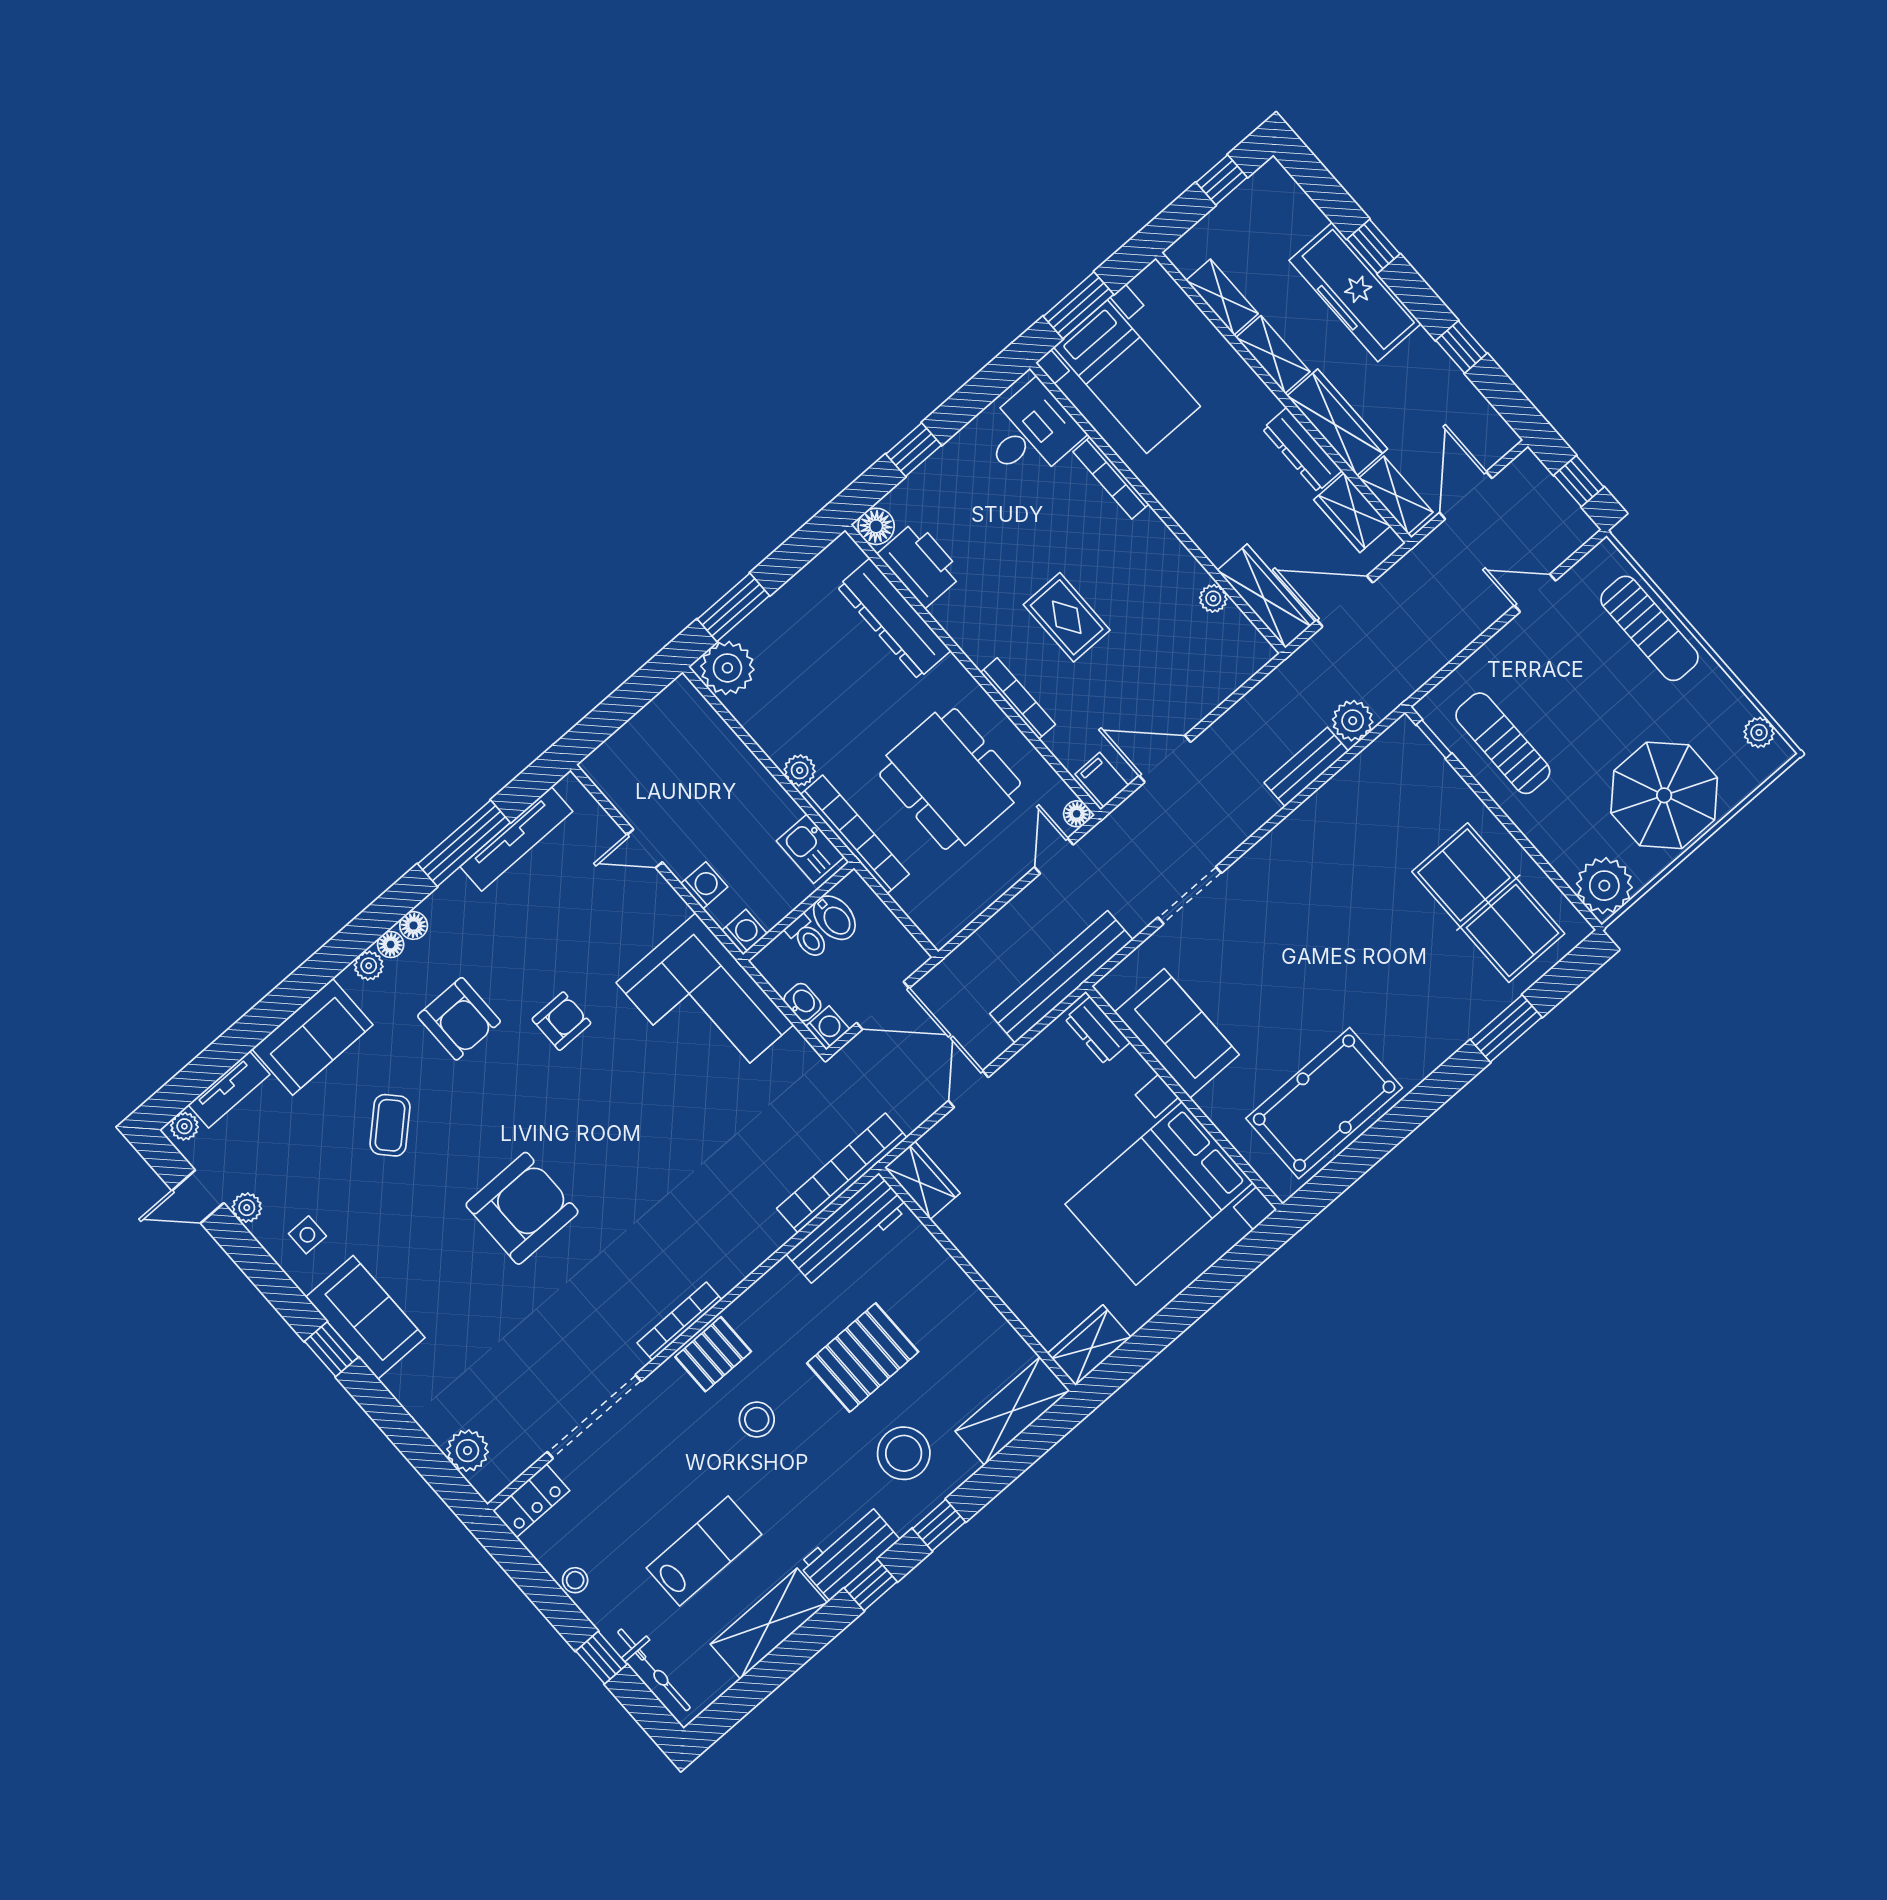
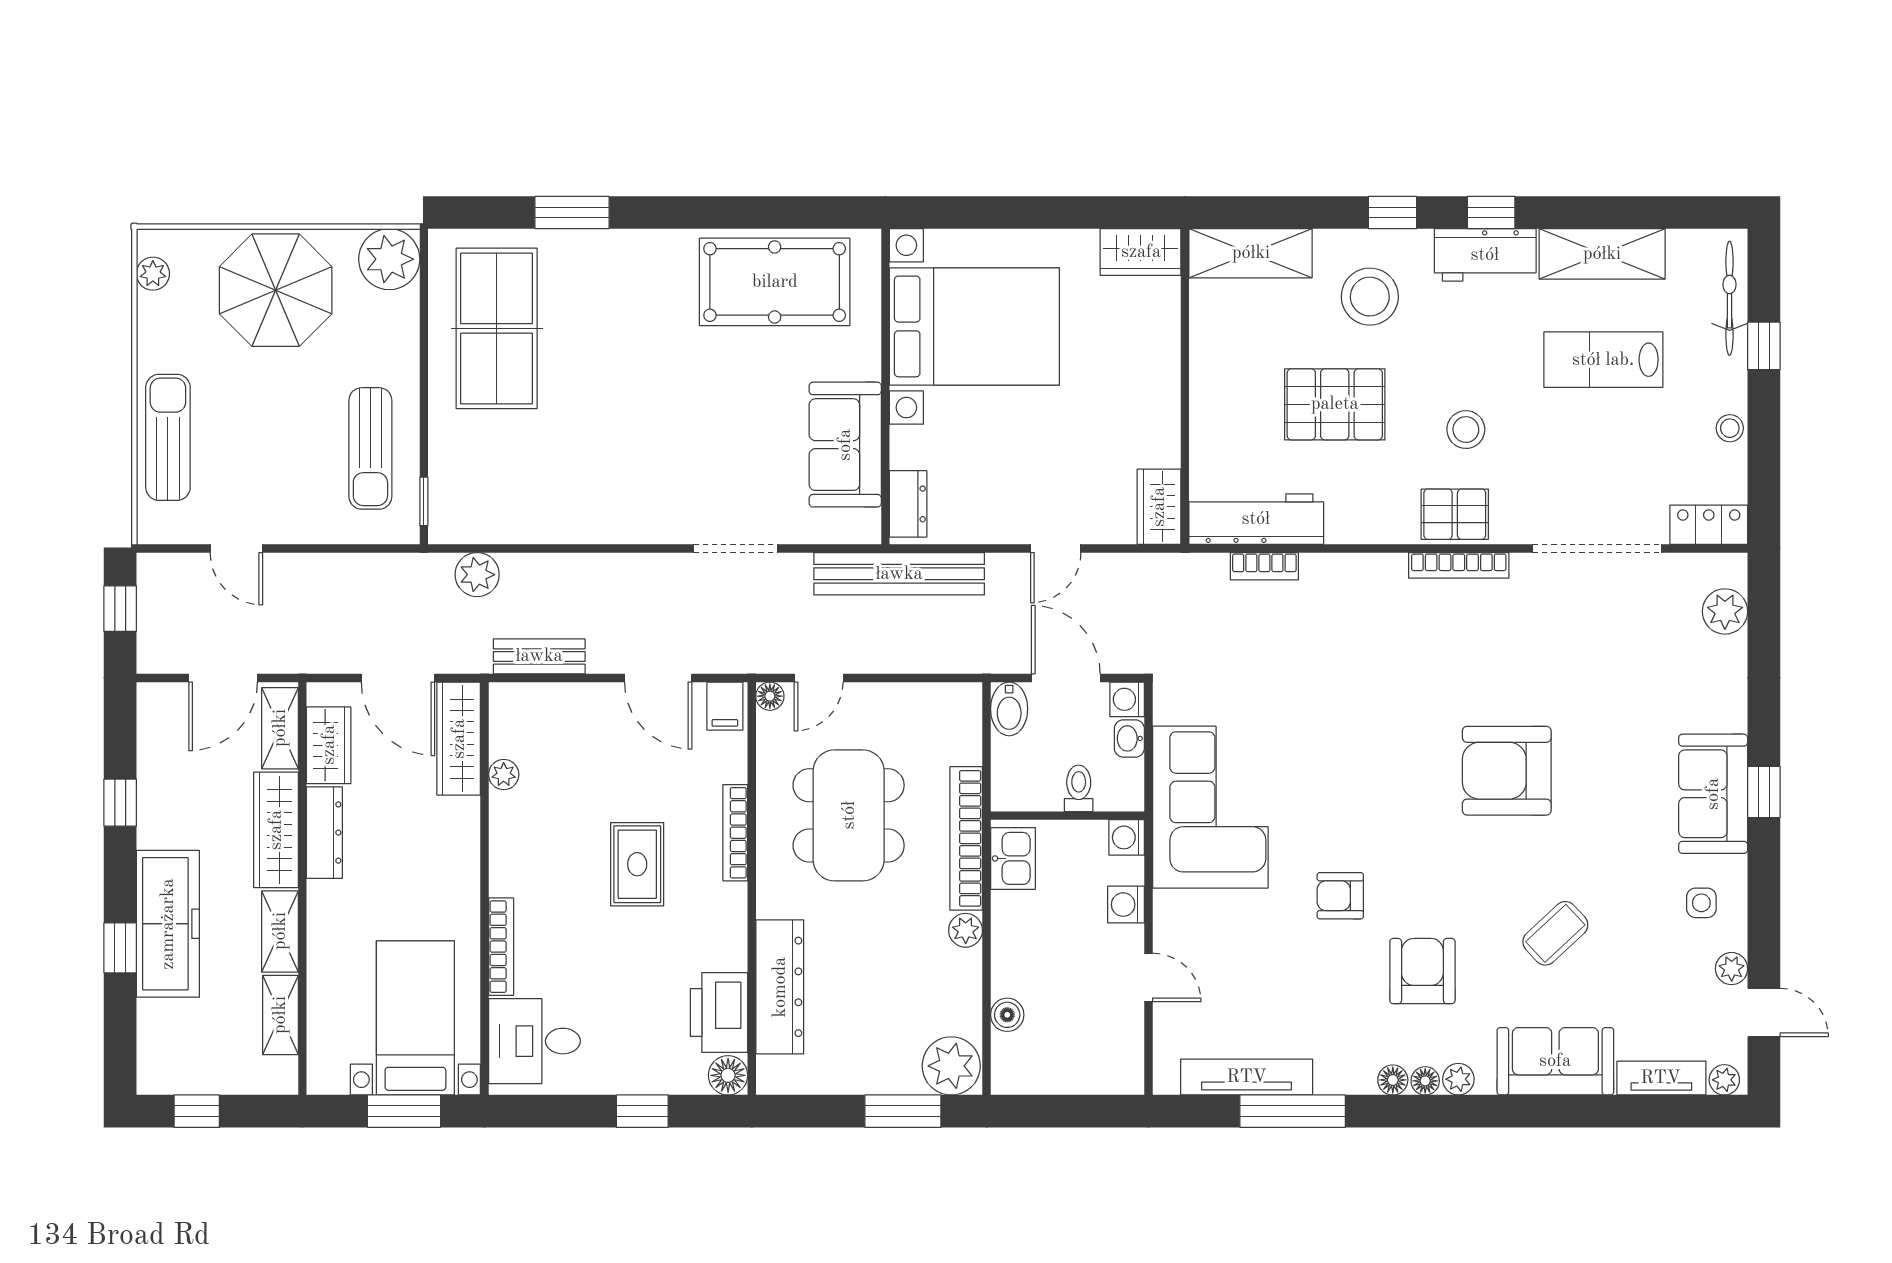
boiler: (720, 737) -> (1007, 1015), added
bench: (1306, 767) -> (539, 656), moved
bidet: (834, 918) -> (1009, 709), moved, turned 180
bookcase: (842, 1173) -> (1264, 566), width x0.43, depth x0.76

